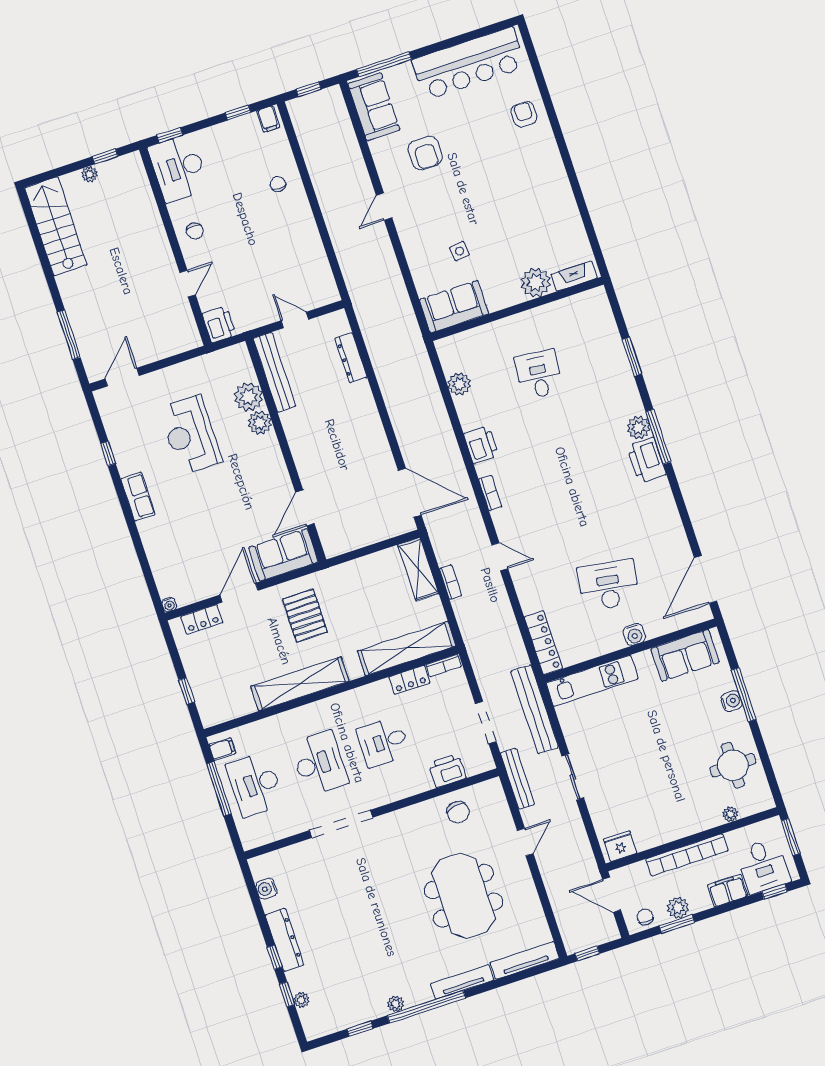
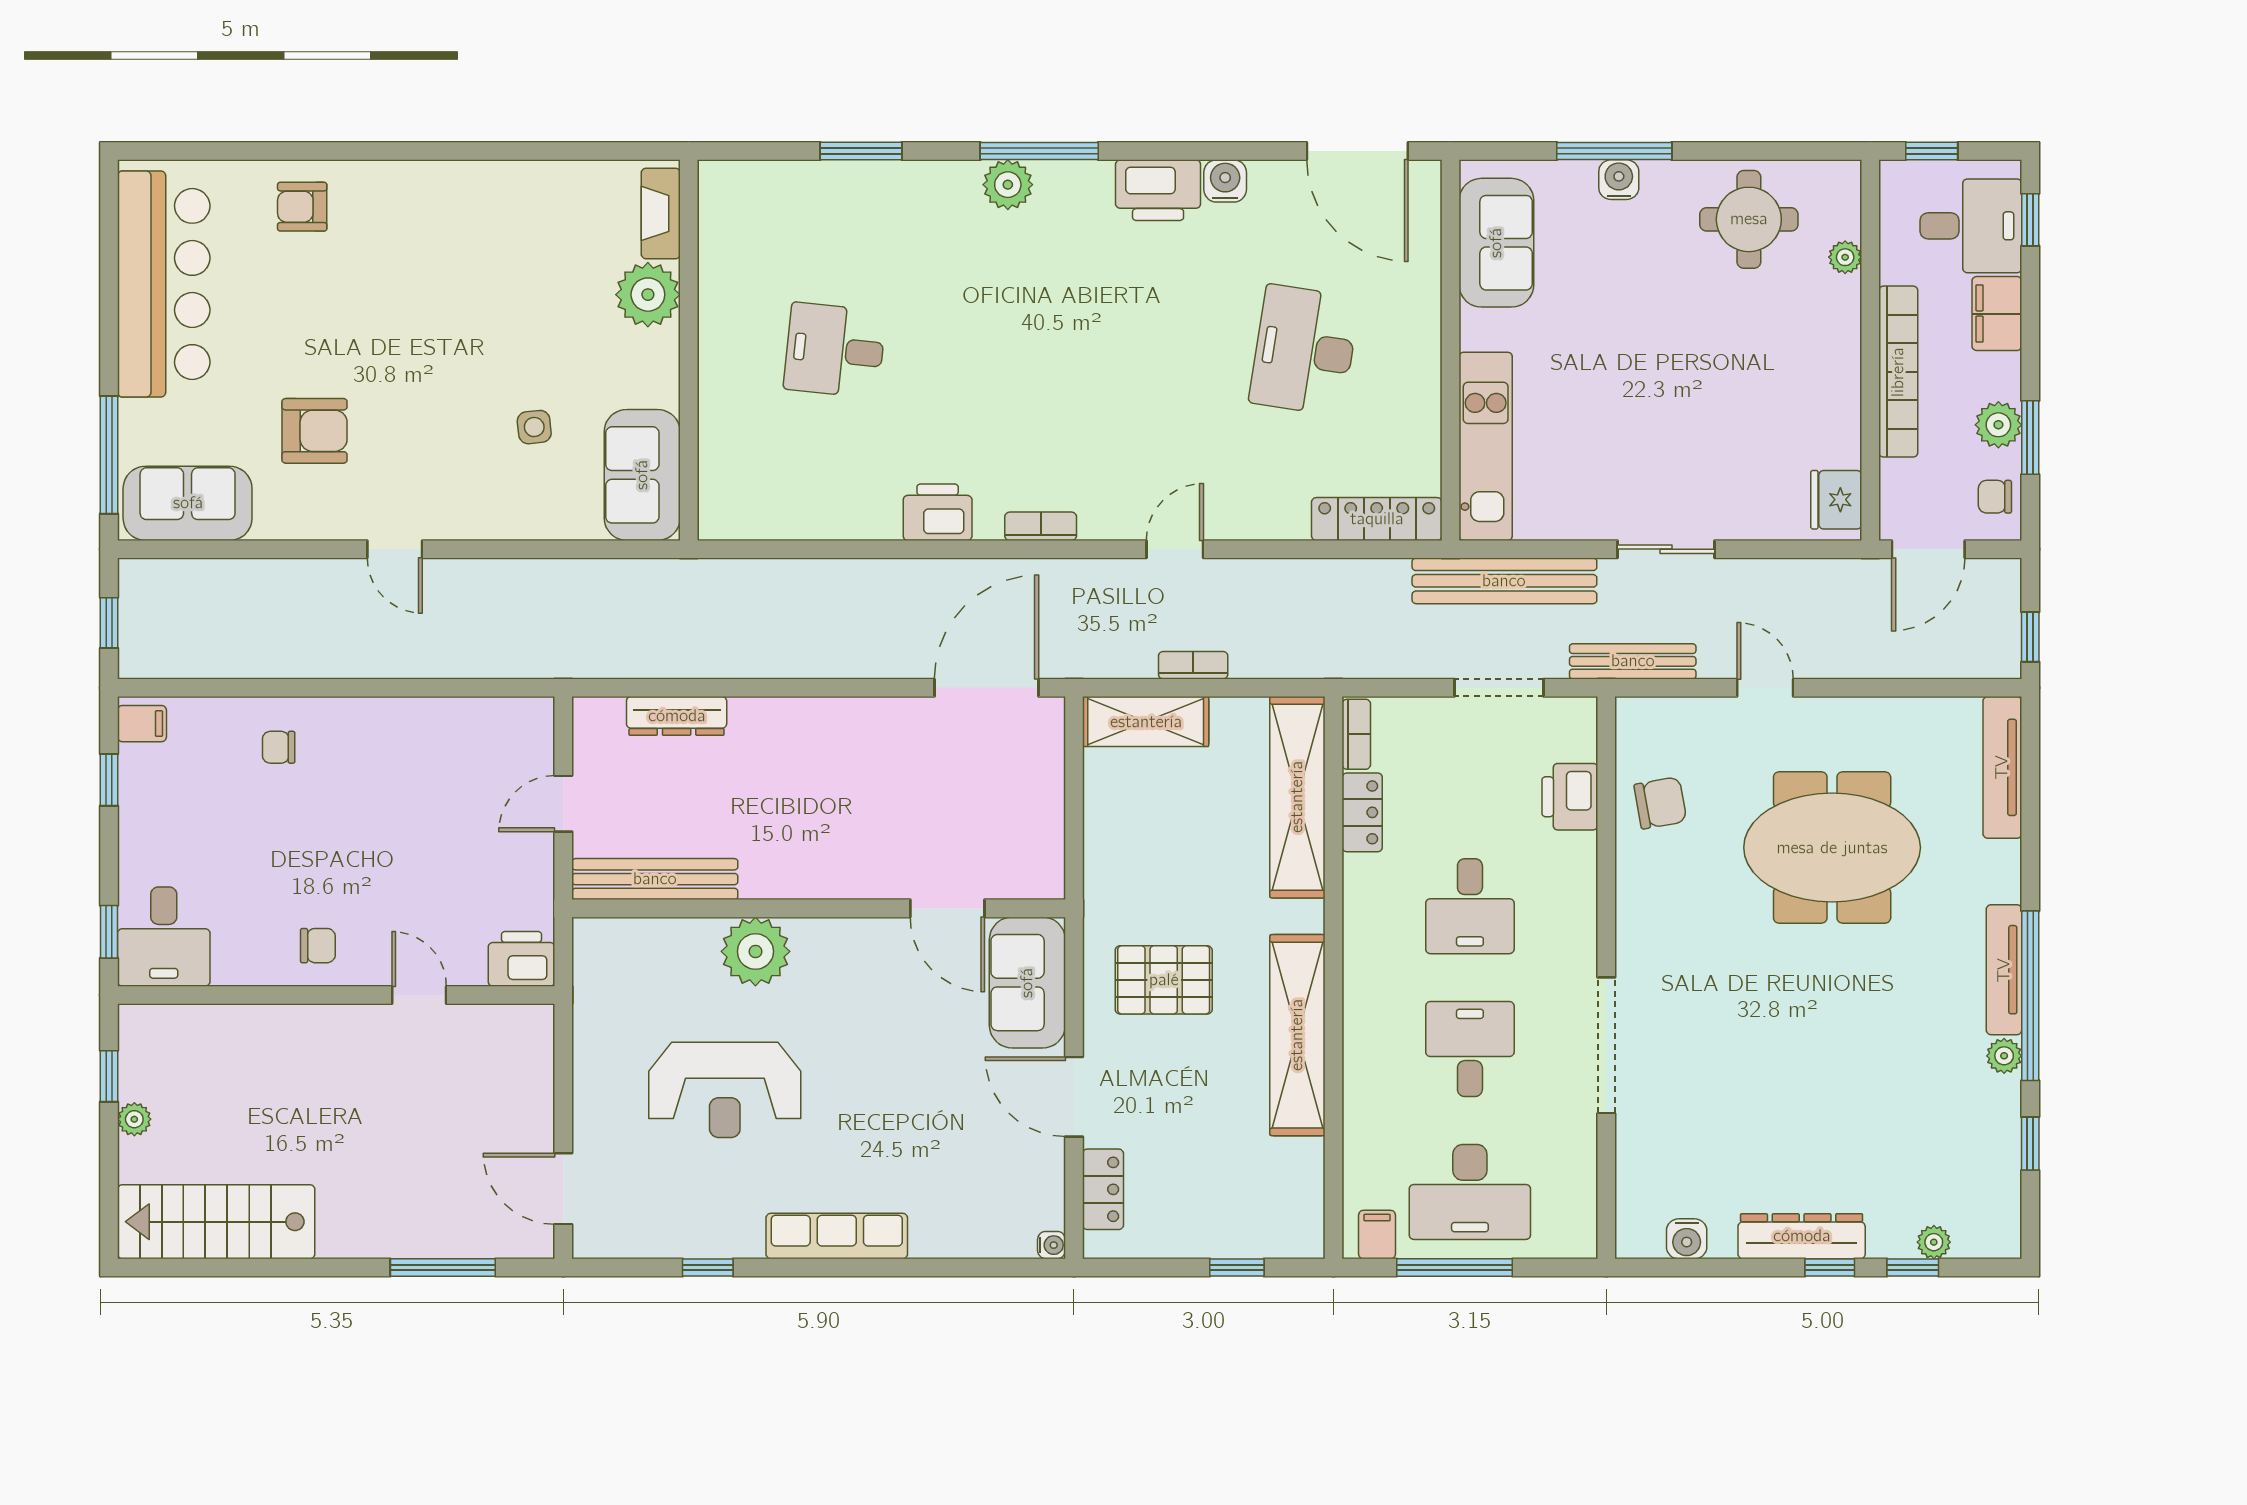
desk: (178, 168) -> (164, 937), width x0.73
plant: (459, 384) -> (801, 516), removed
plant: (248, 397) -> (687, 948), removed
plant: (260, 423) -> (755, 951), width x1.36, depth x1.36
printer: (647, 460) -> (1158, 190), moved
row of seats: (138, 497) -> (837, 1236), width x1.48
water cooler: (634, 634) -> (1225, 181), moved, turned -90
desk: (319, 763) -> (1470, 1049), width x0.73
window: (791, 837) -> (1932, 151), width x0.67
tv unit: (462, 982) -> (2004, 970), moved

